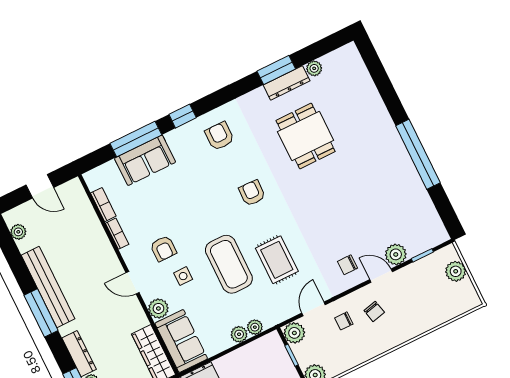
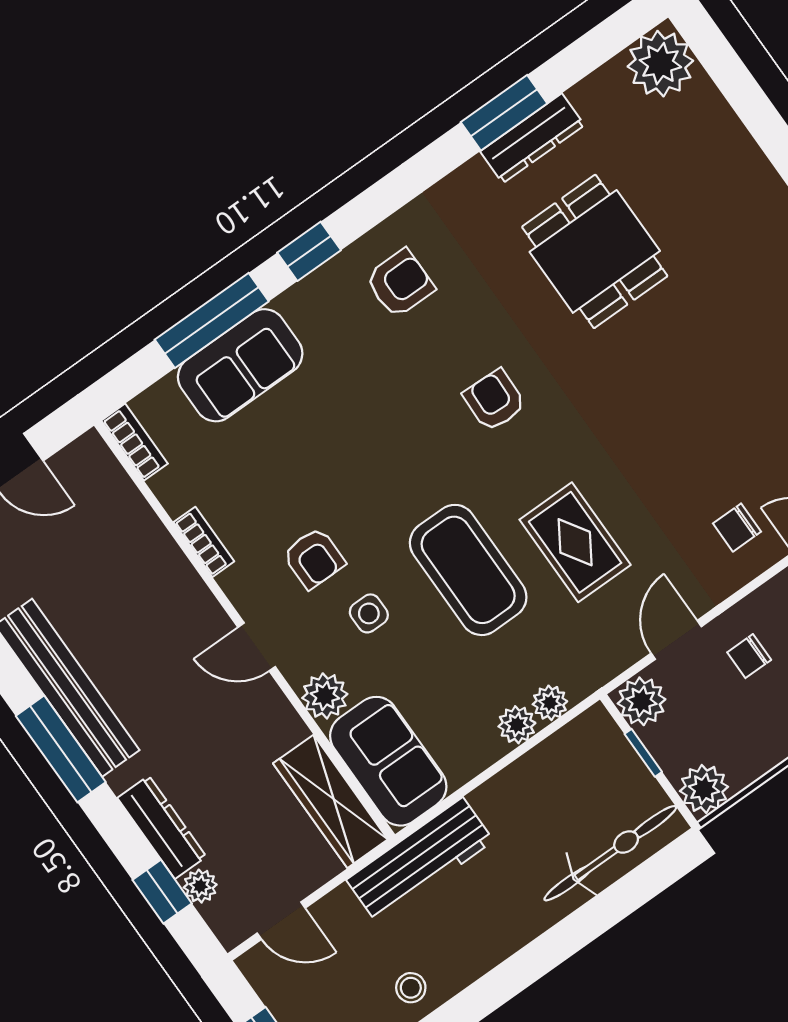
plant: (314, 68) -> (660, 64), moved, width x1.87, depth x1.87
armchair: (220, 136) -> (400, 283), turned 90
bookcase: (103, 205) -> (135, 442), moved

